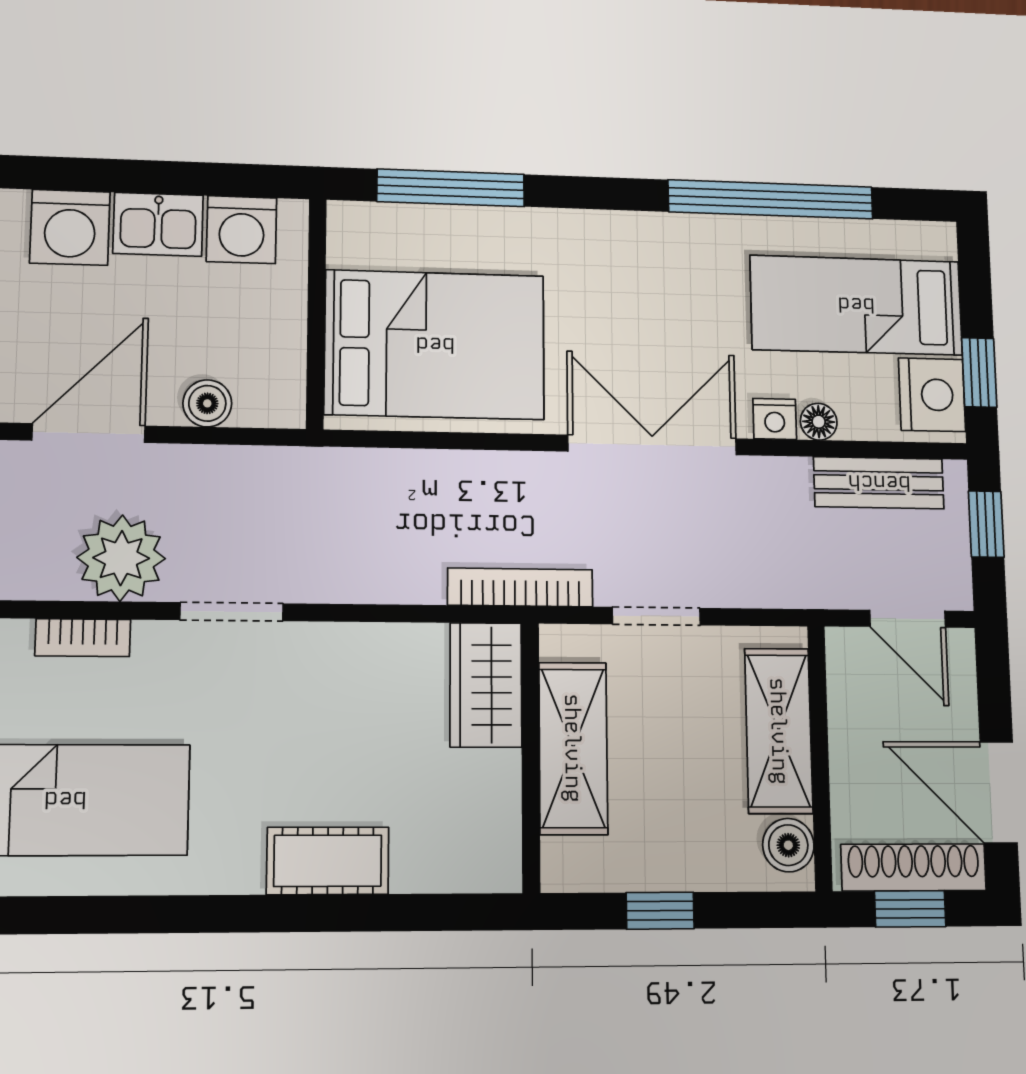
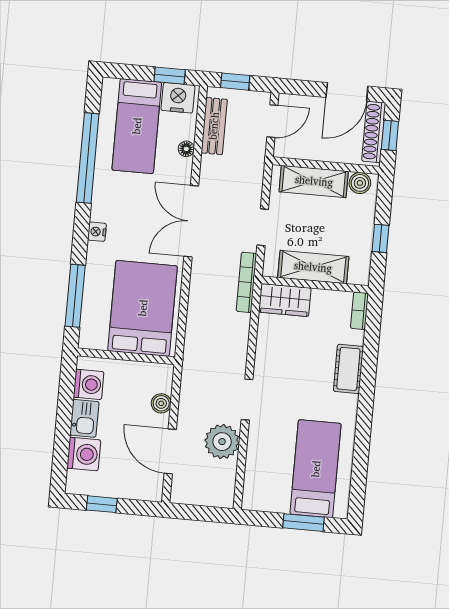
nightstand: (775, 419) -> (97, 232), moved, turned 180
bookcase: (83, 638) -> (359, 311), moved, turned 180

